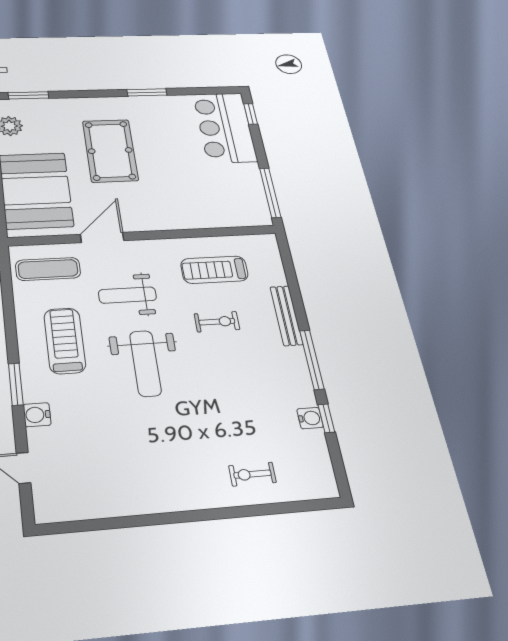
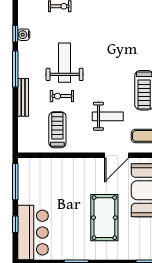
window: (251, 114) -> (15, 224), moved
treadmill: (214, 270) -> (57, 130), turned -90
weight bench: (145, 363) -> (65, 63), moved

